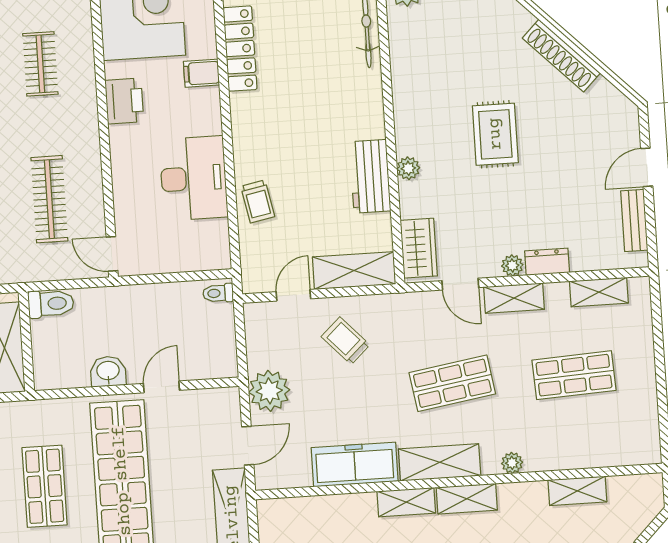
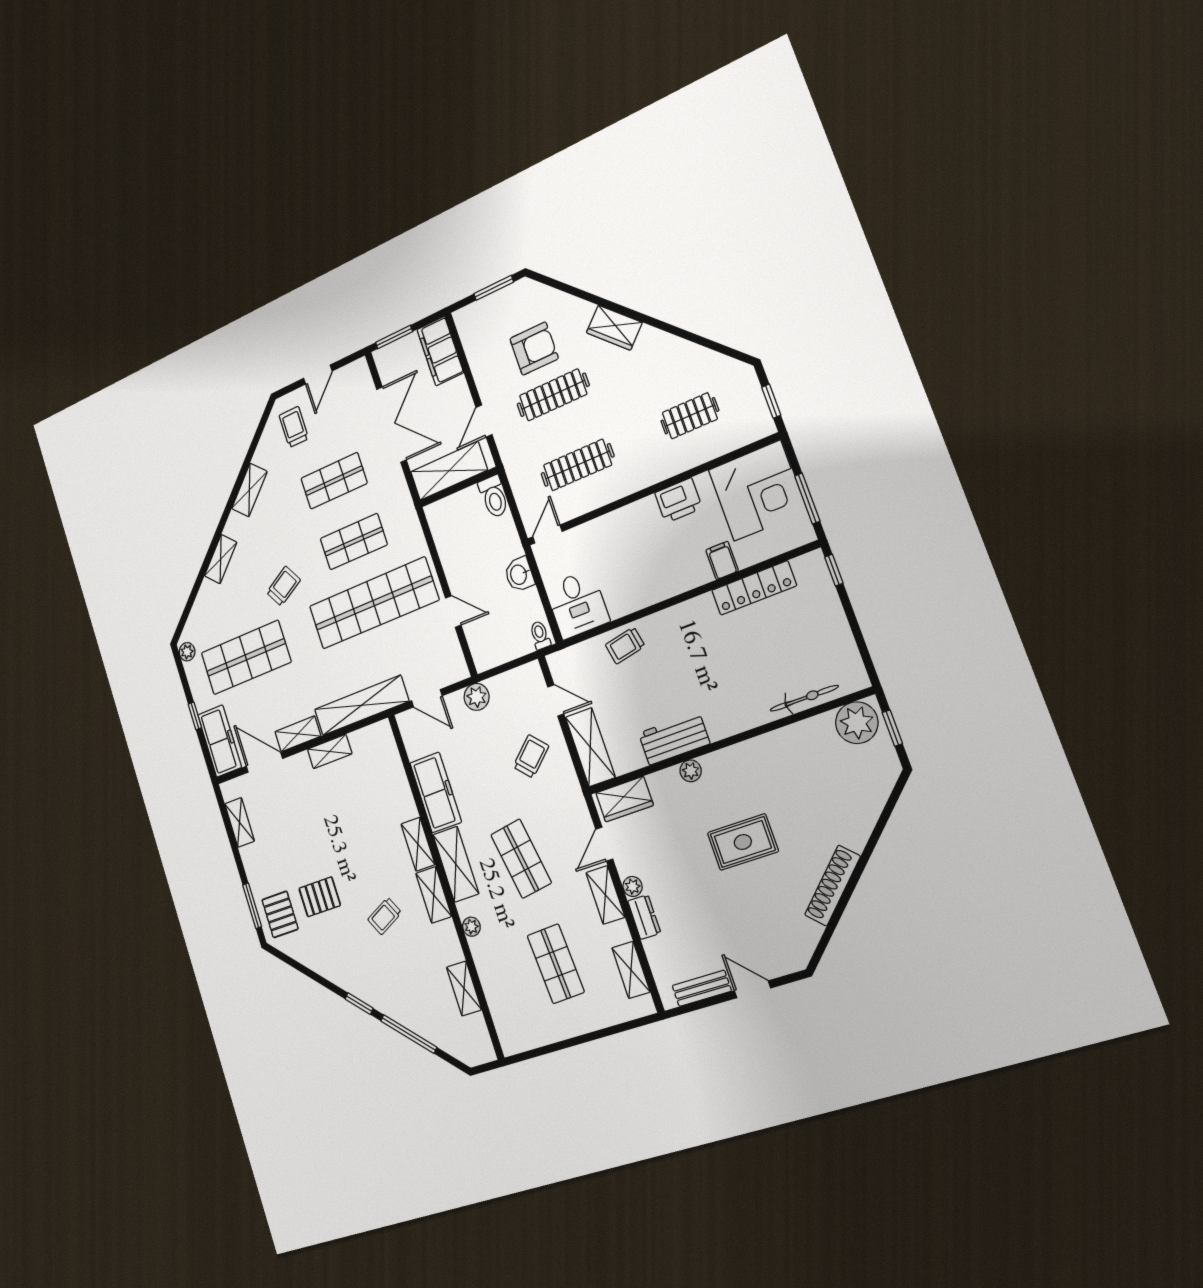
desk: (194, 178) -> (577, 604), moved, width x0.73
washbasin: (108, 371) -> (519, 574), moved, turned 180
plant: (269, 391) -> (477, 697), width x0.73, depth x0.73

